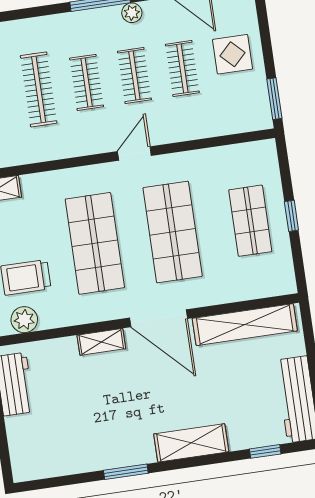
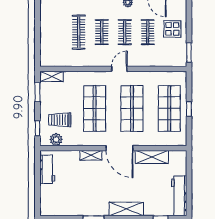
shop shelf: (250, 221) -> (169, 108), width x1.43, depth x1.36
shelving: (245, 325) -> (152, 157), width x0.68

